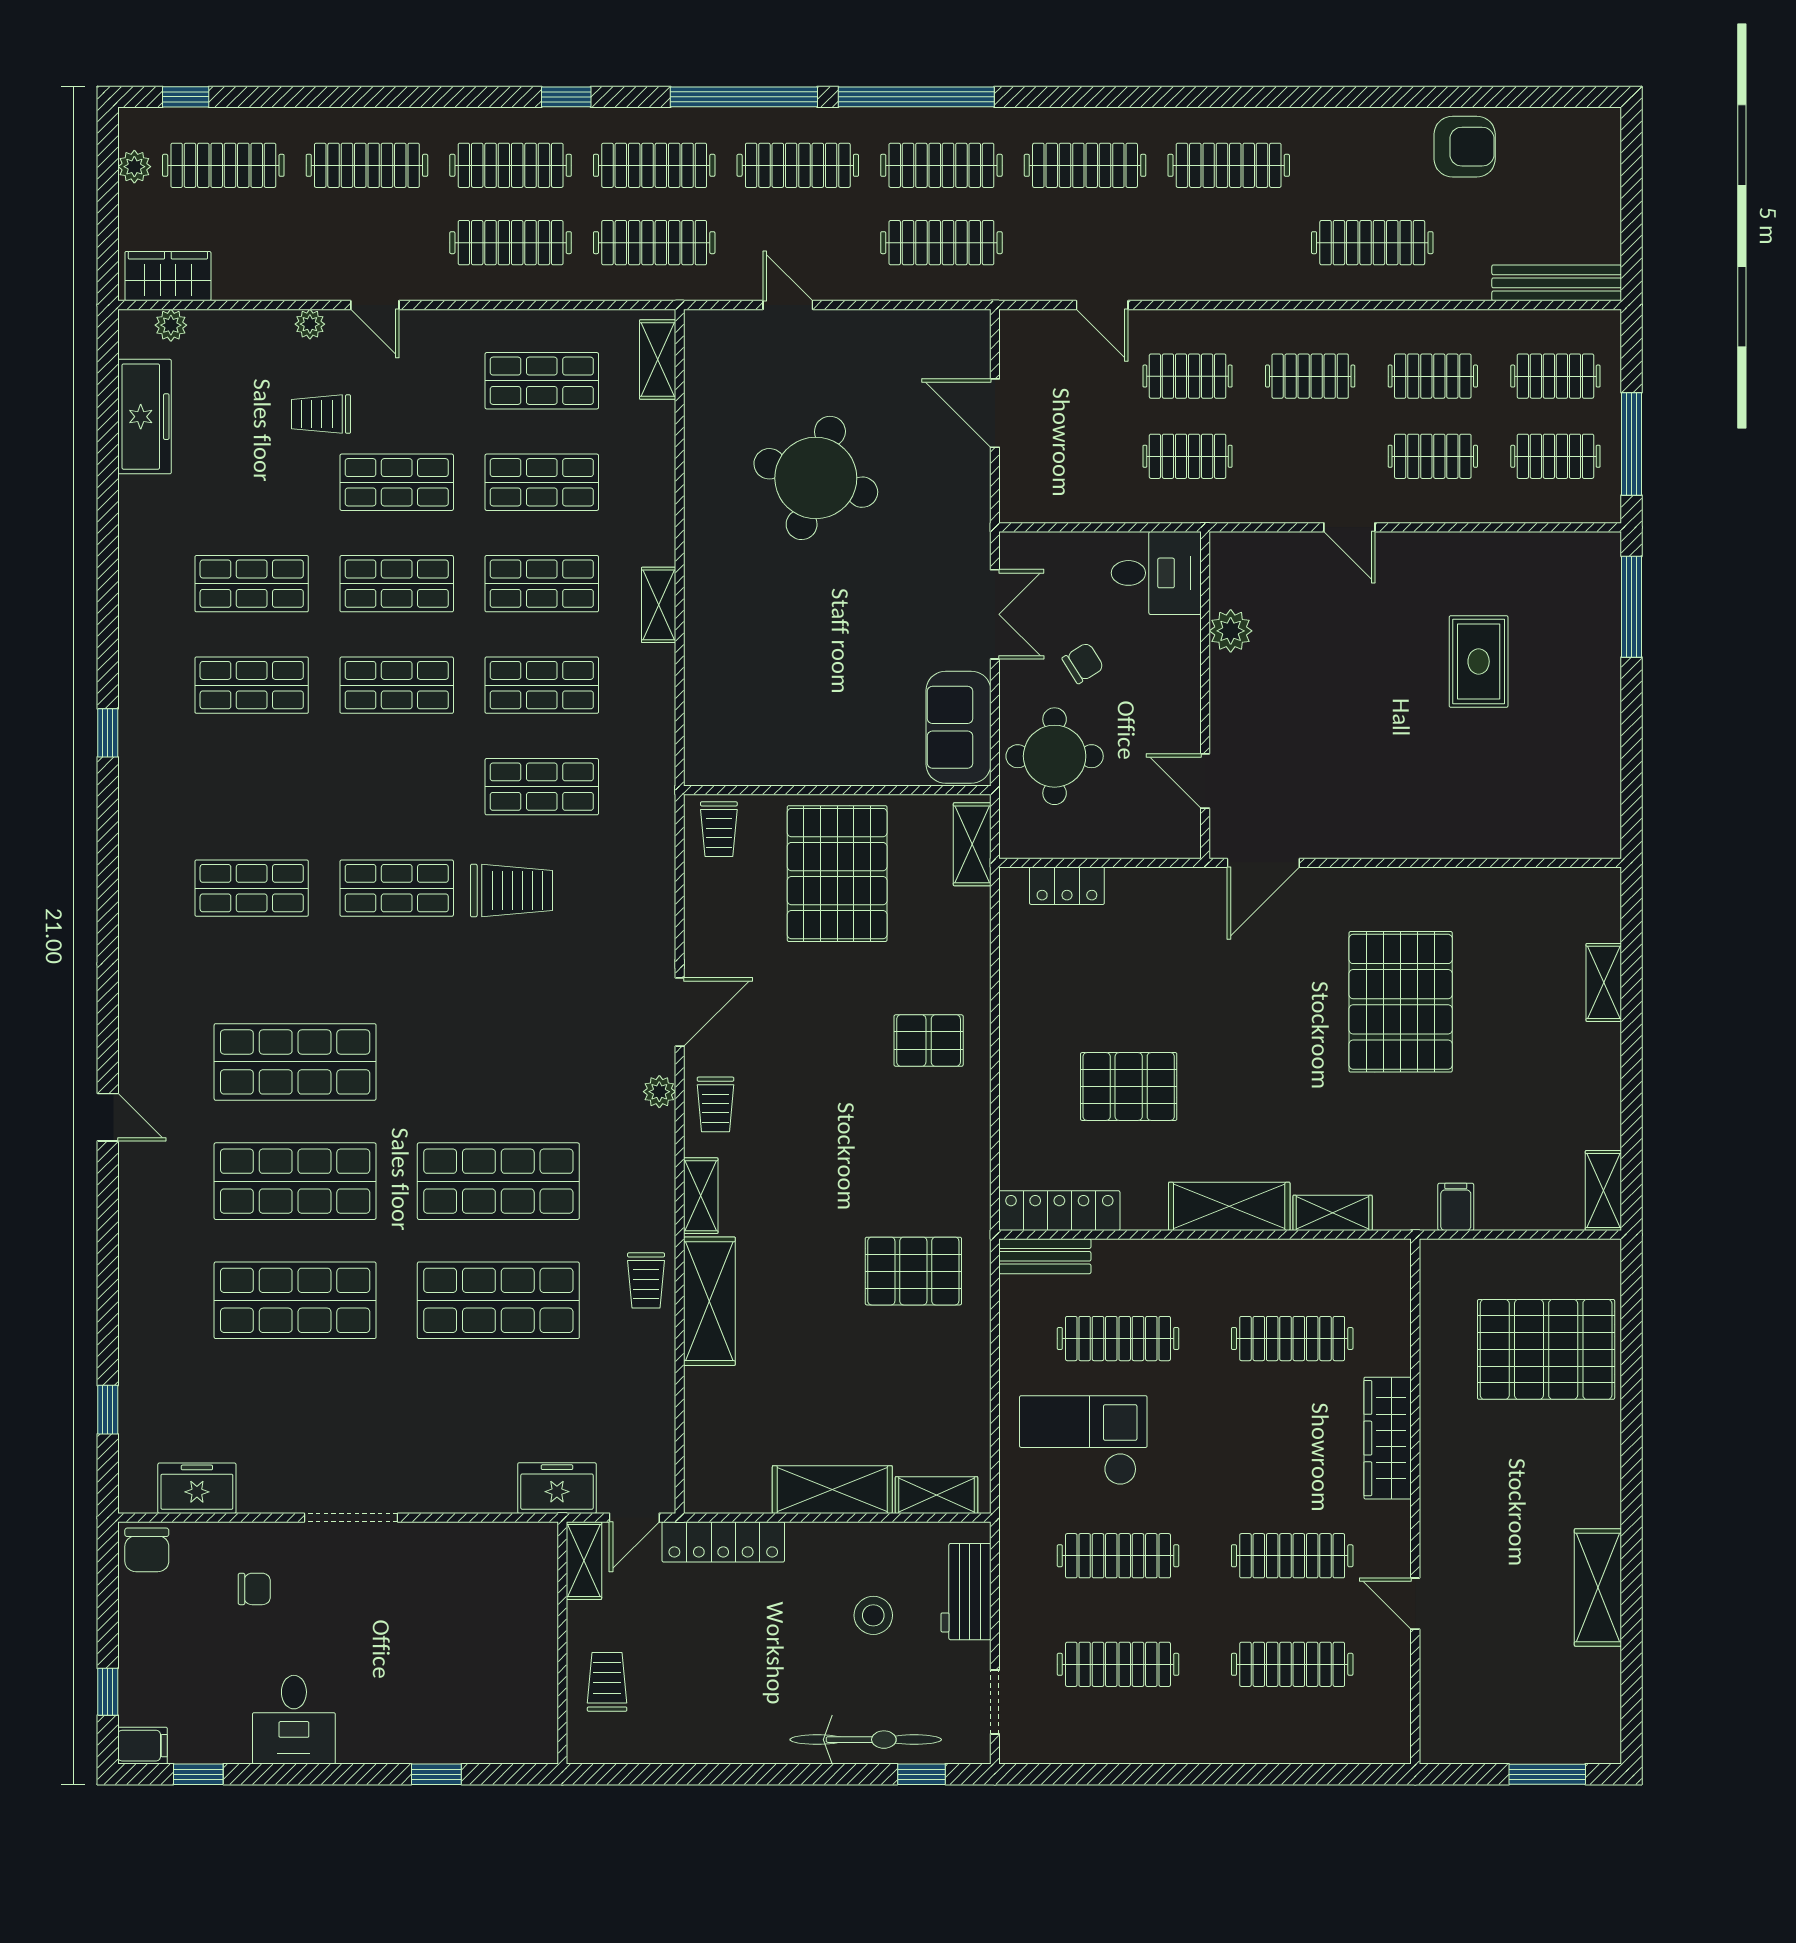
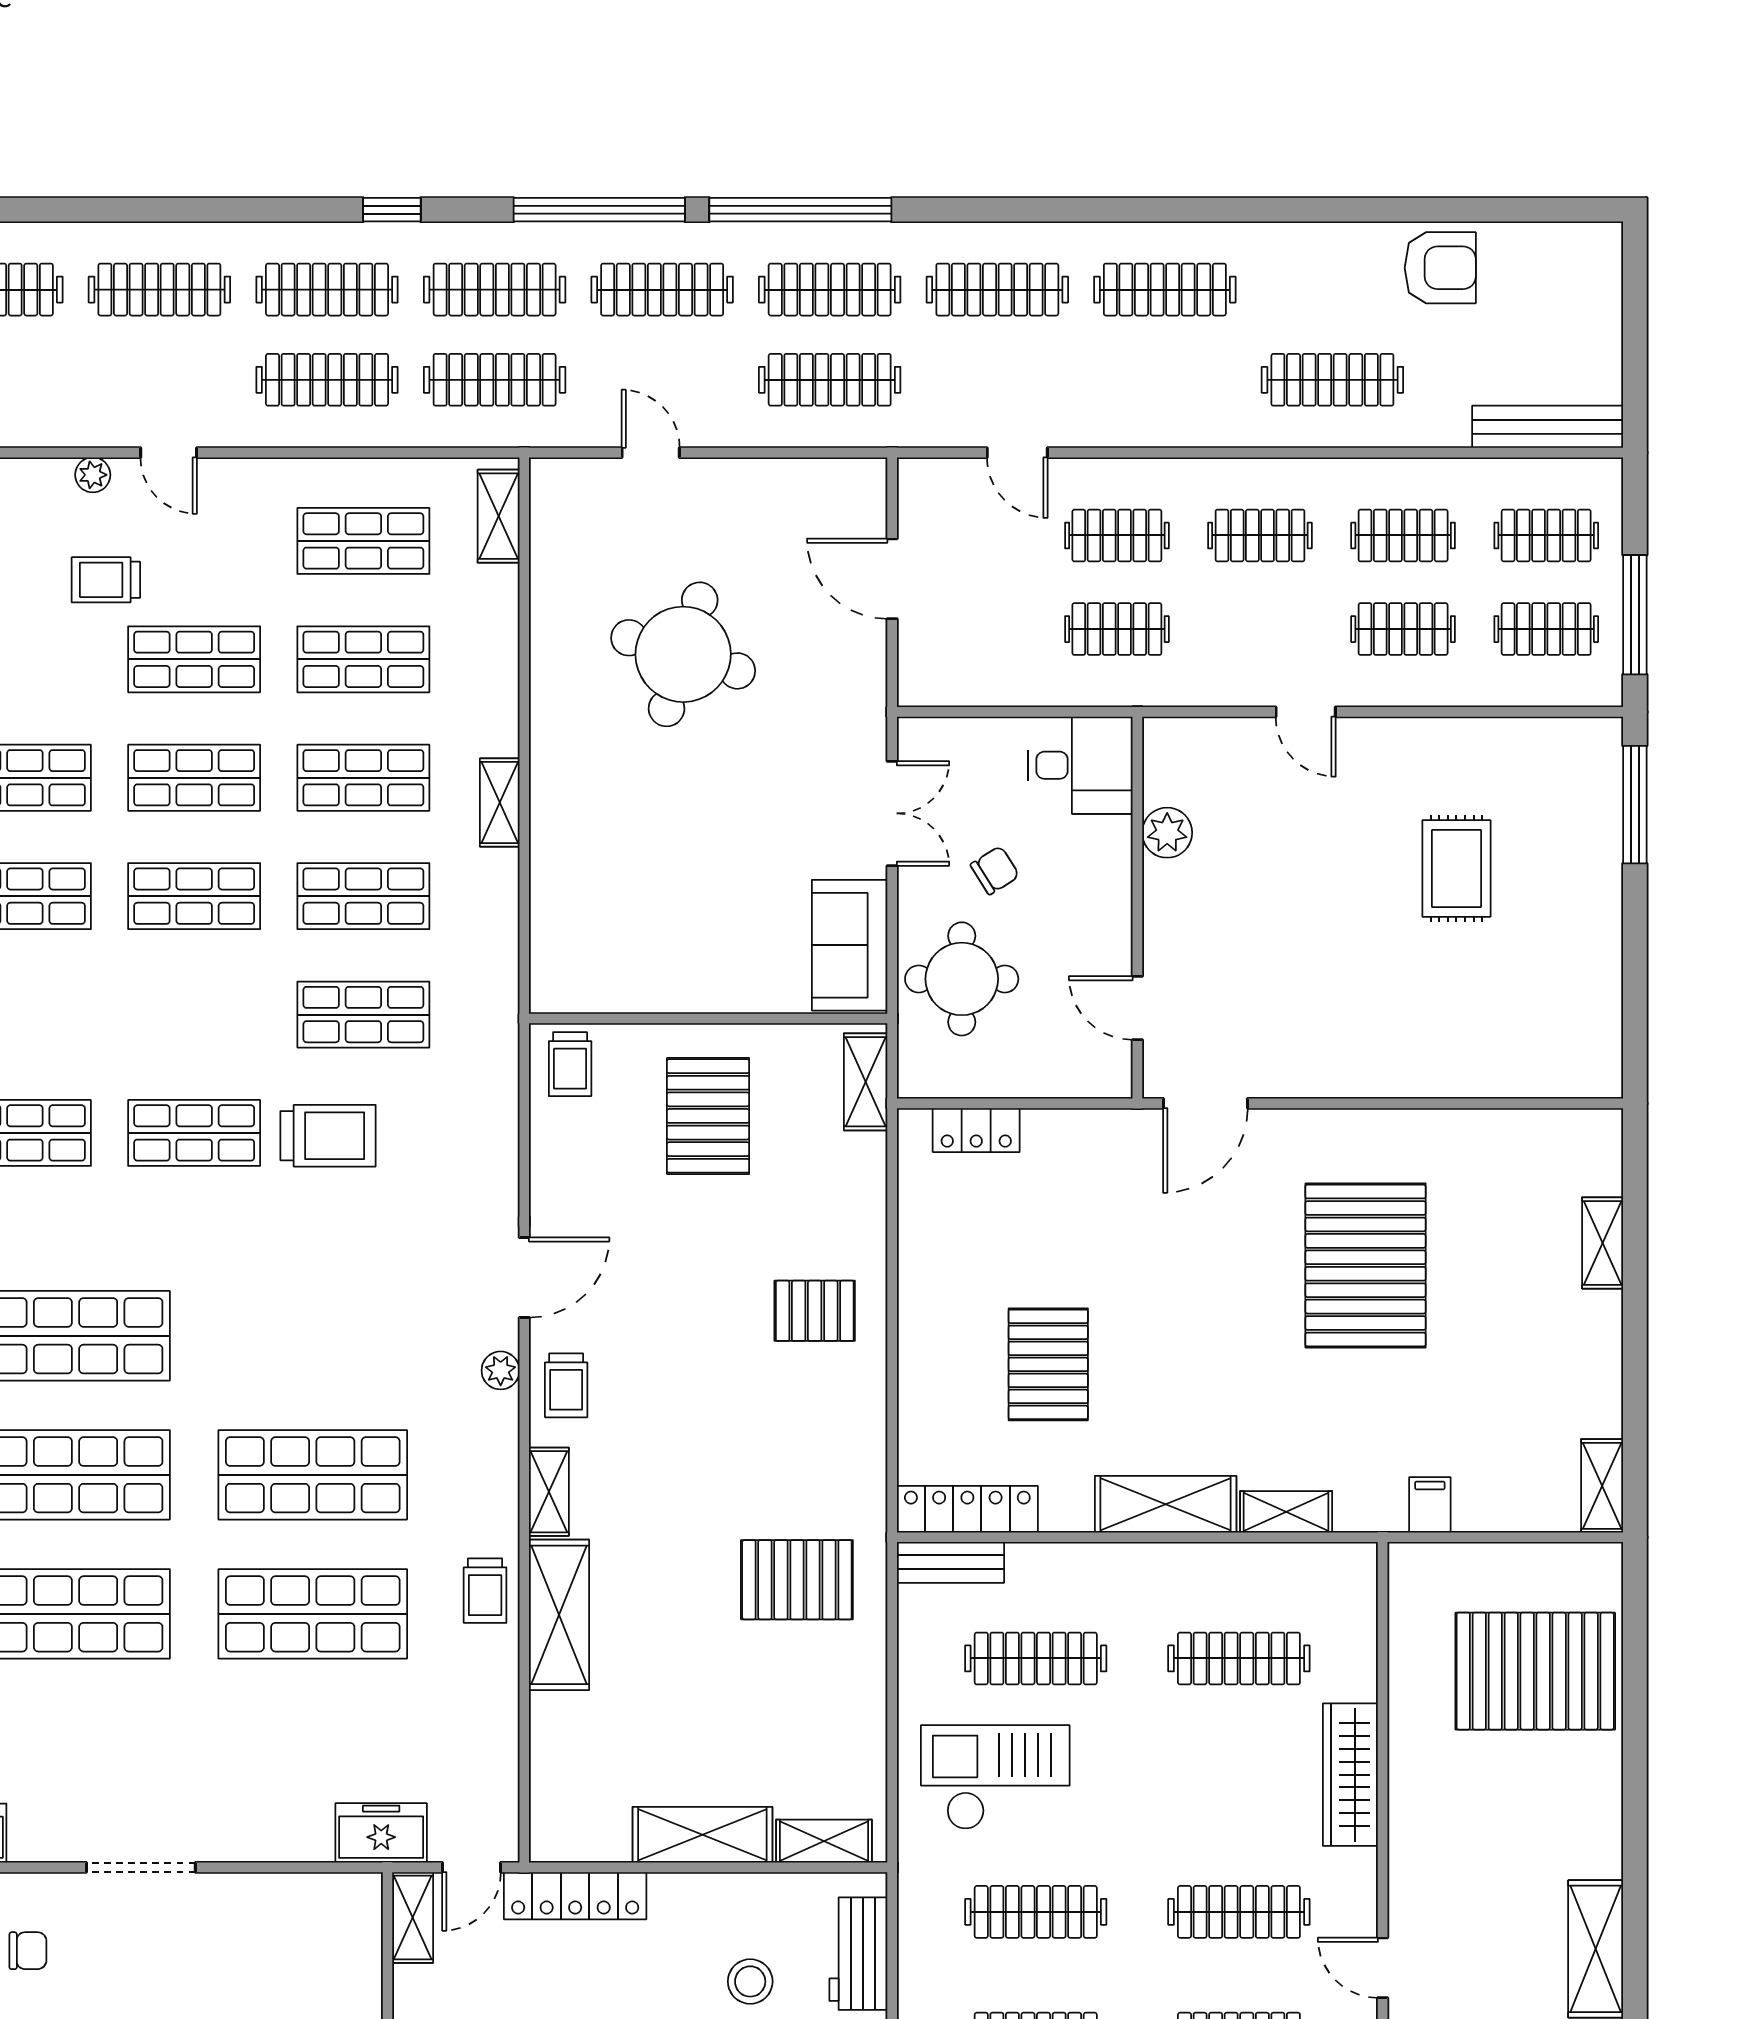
pallet: (837, 874) -> (708, 1116), width x0.73, depth x0.71
pallet: (1129, 1087) -> (1048, 1364), turned 90

